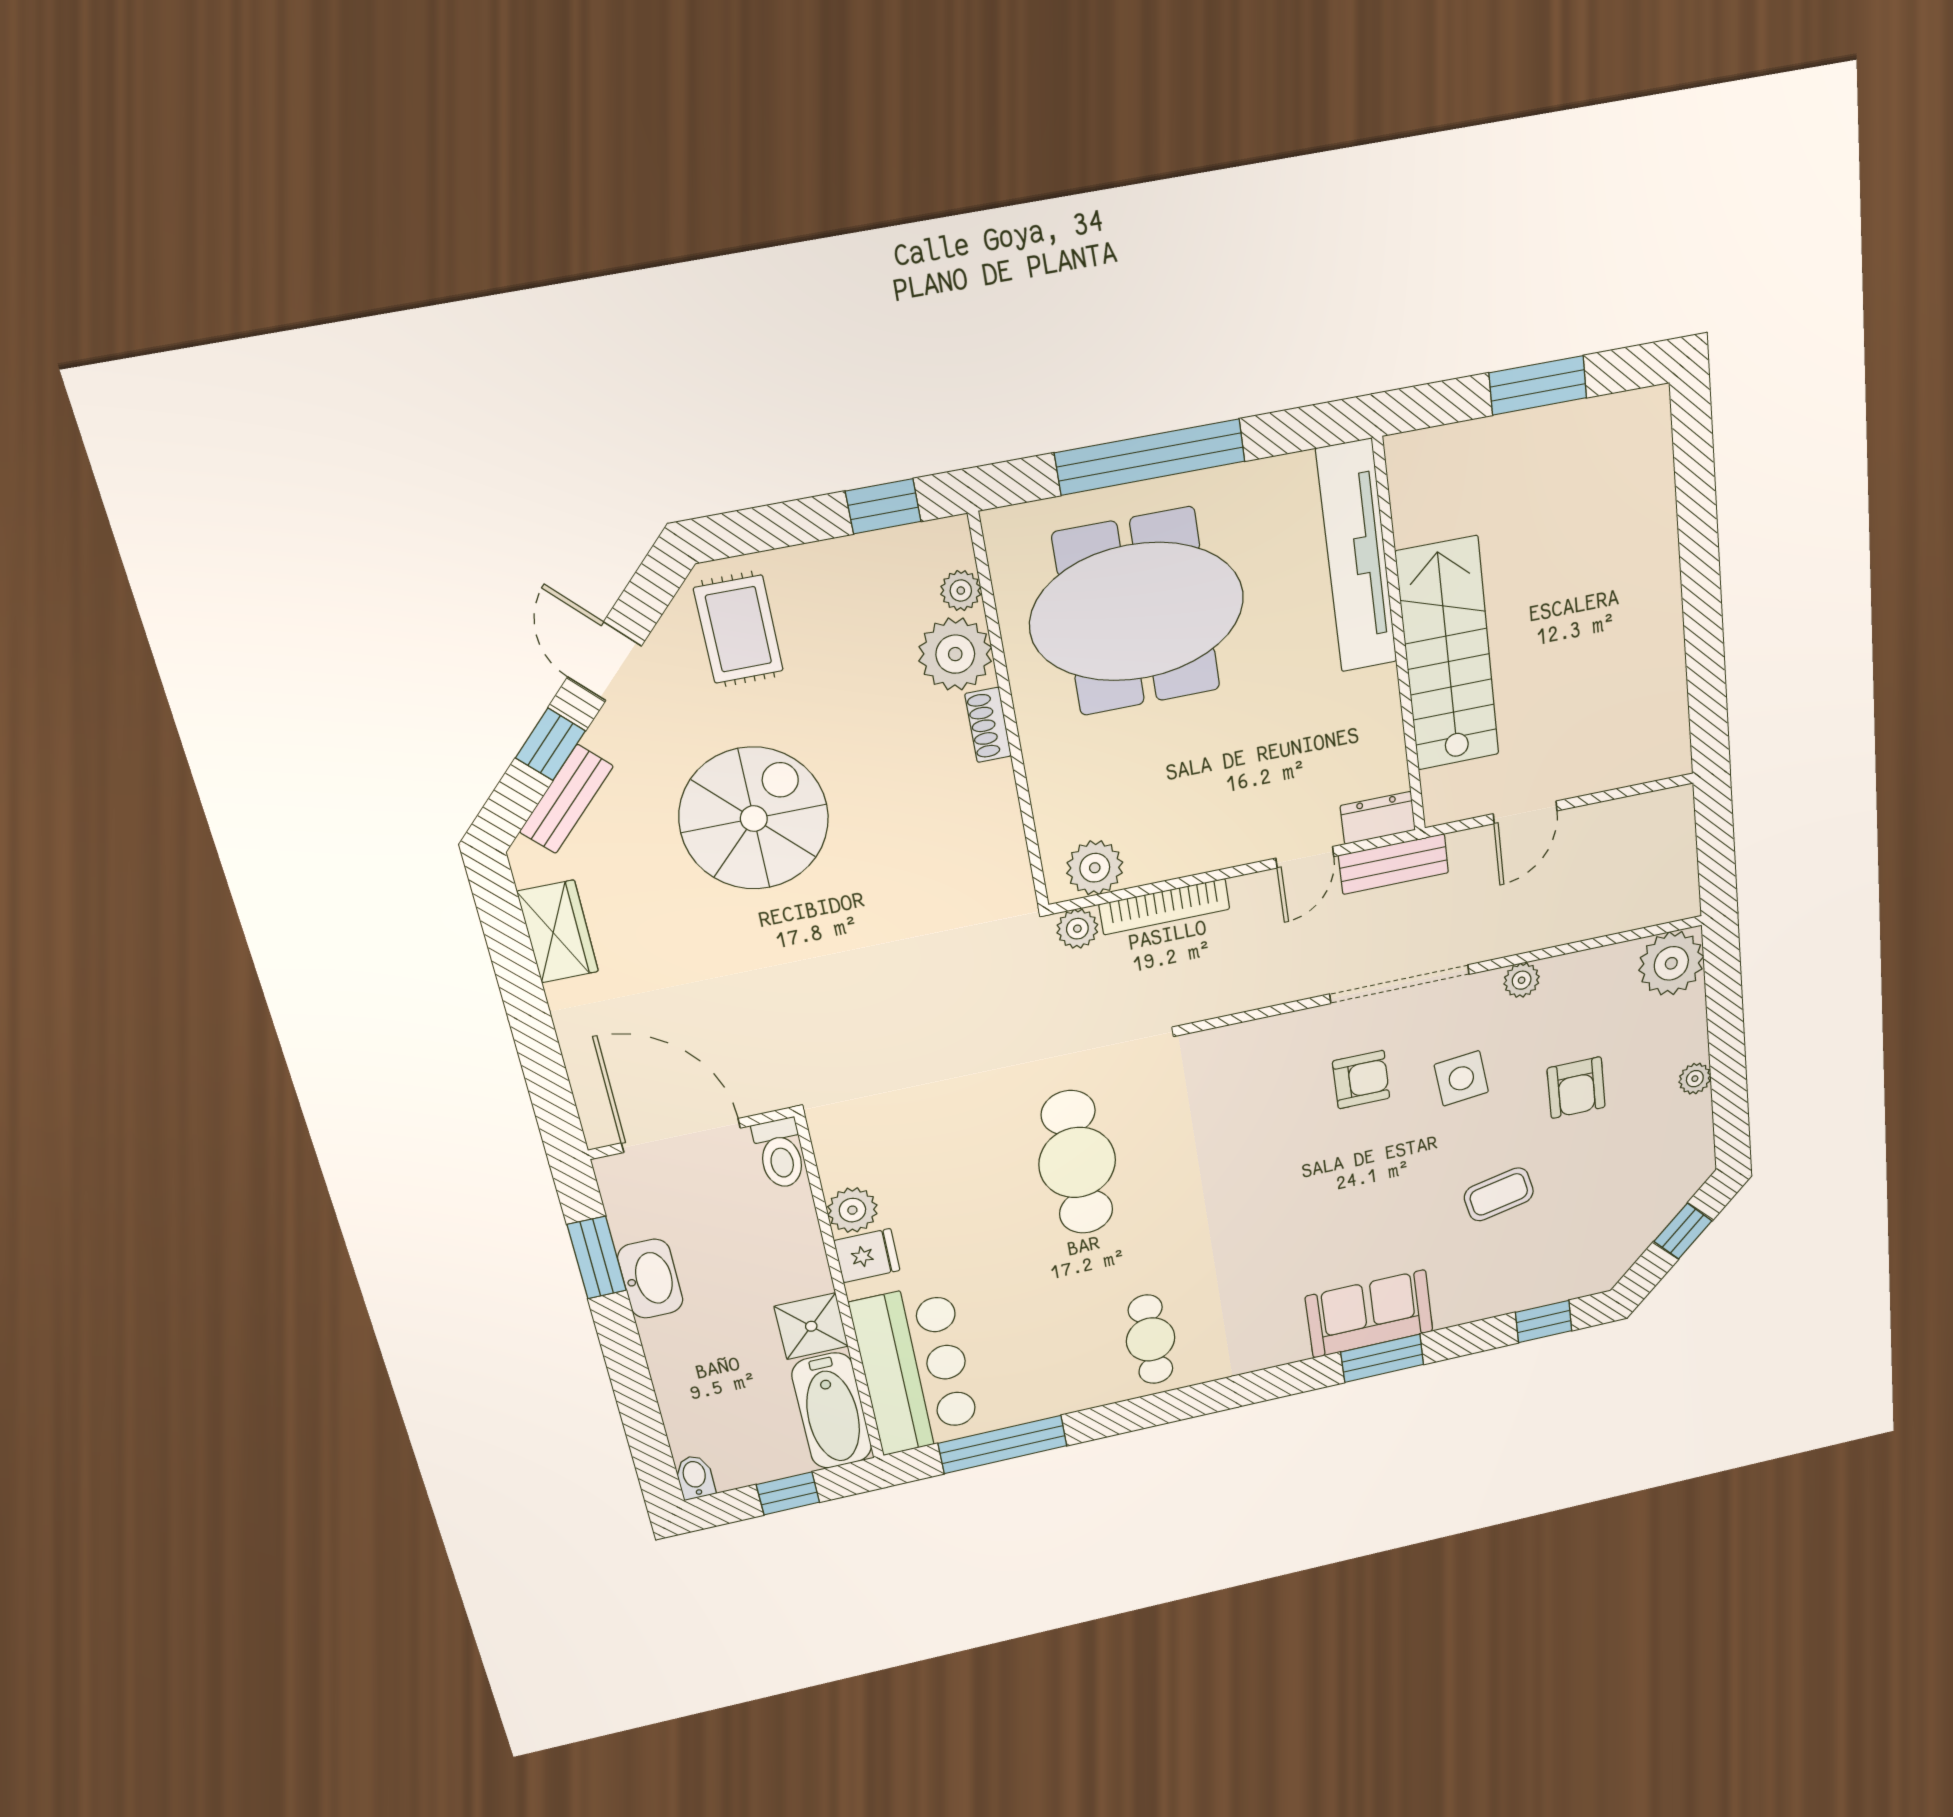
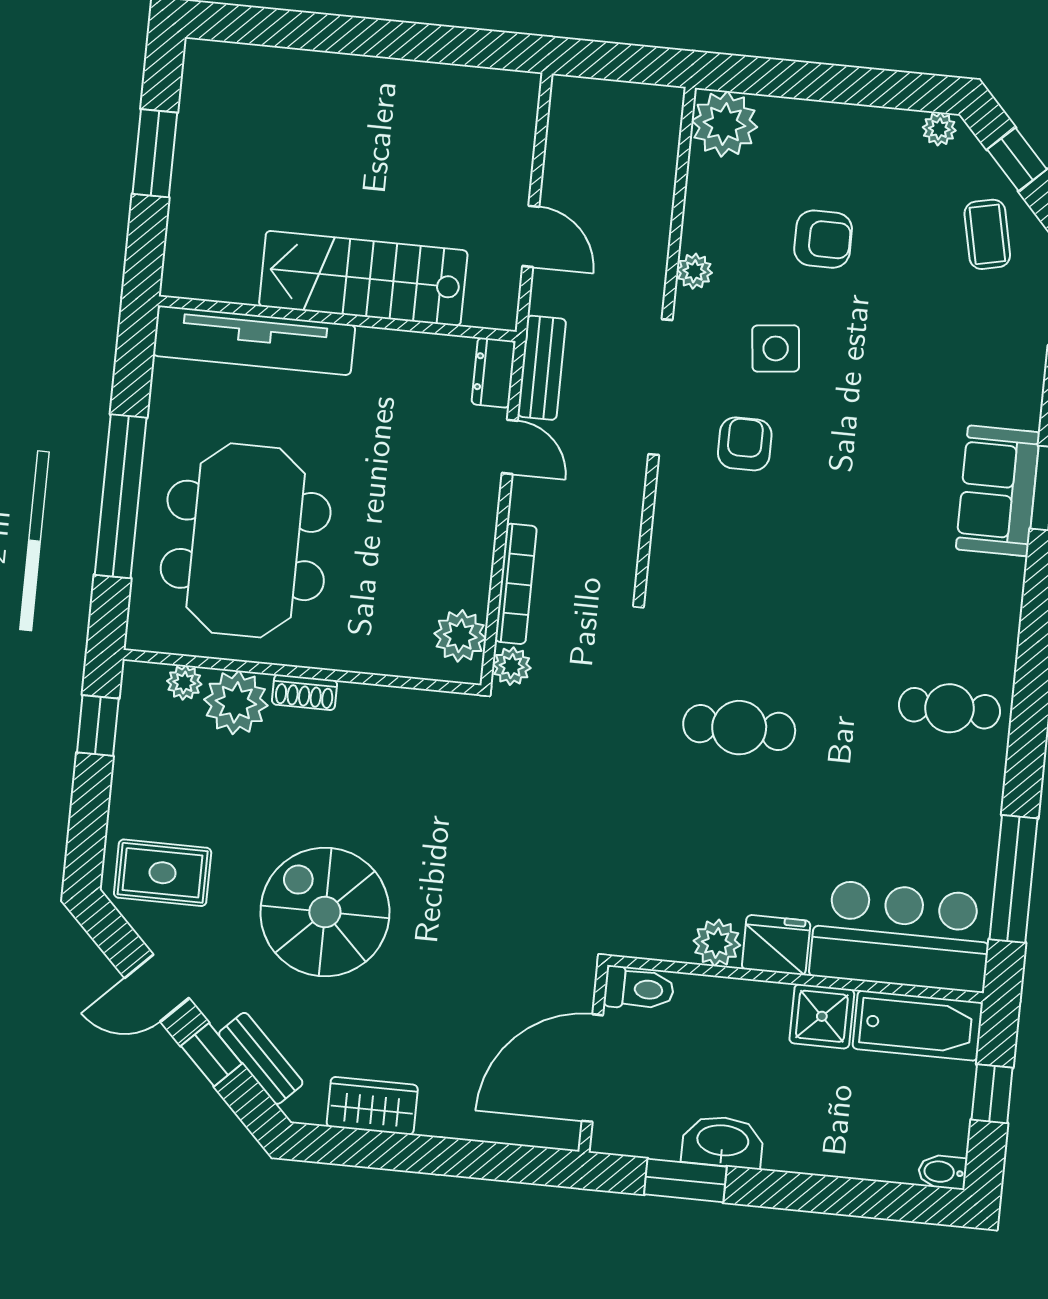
plant: (1695, 1079) -> (939, 129), moved
cafe table: (1077, 1162) -> (739, 728), width x0.73, depth x0.74
coffee table: (1499, 1194) -> (987, 234), moved
fridge: (867, 1256) -> (776, 945), width x1.38

